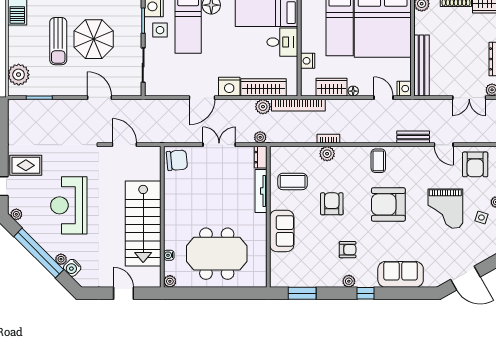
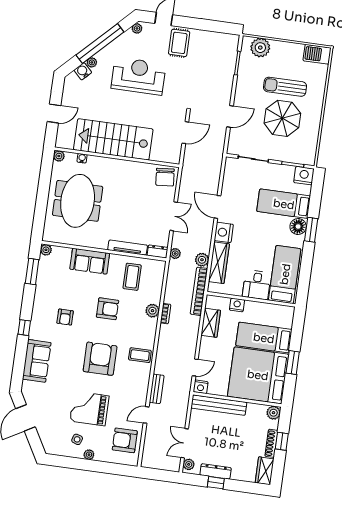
side table: (160, 30) -> (282, 178), removed
floor lamp: (353, 91) -> (205, 341), removed
plant: (349, 281) -> (46, 250), moved

